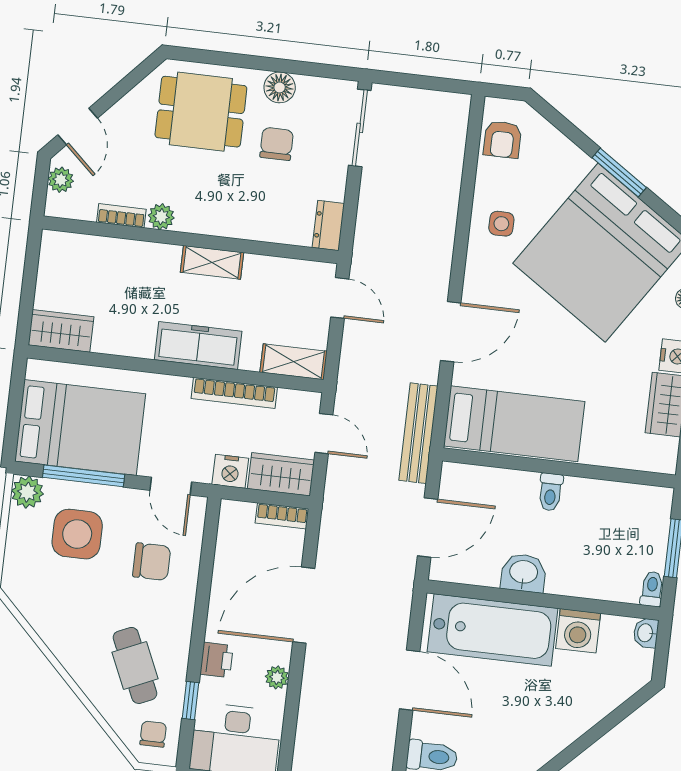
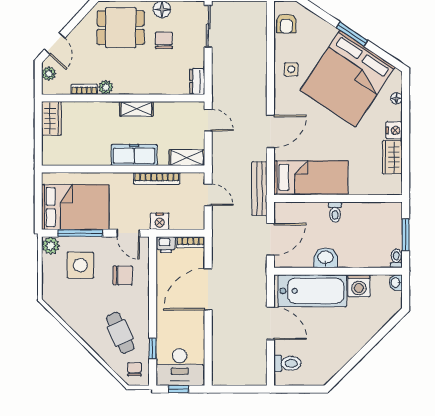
wardrobe: (61, 331) -> (52, 118), moved, turned 90
wardrobe: (281, 474) -> (187, 220), removed
printer: (217, 660) -> (166, 245), moved, turned 90
plant: (277, 677) -> (198, 330), removed

